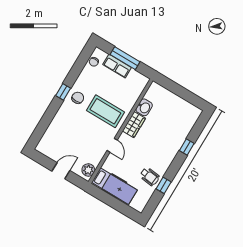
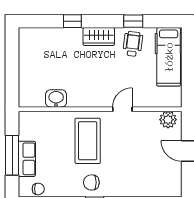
wardrobe: (134, 125) -> (99, 36), moved, turned 180
hospital bed: (114, 186) -> (169, 57), moved, turned 180

